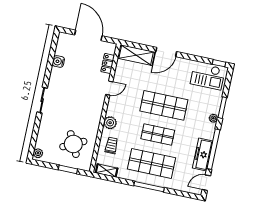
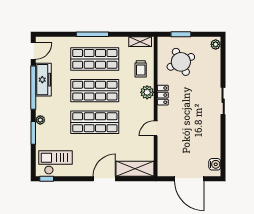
water cooler: (58, 61) -> (215, 164), moved
locker: (108, 64) -> (163, 95), moved
shop shelf: (158, 134) -> (95, 91), width x1.43, depth x1.36

